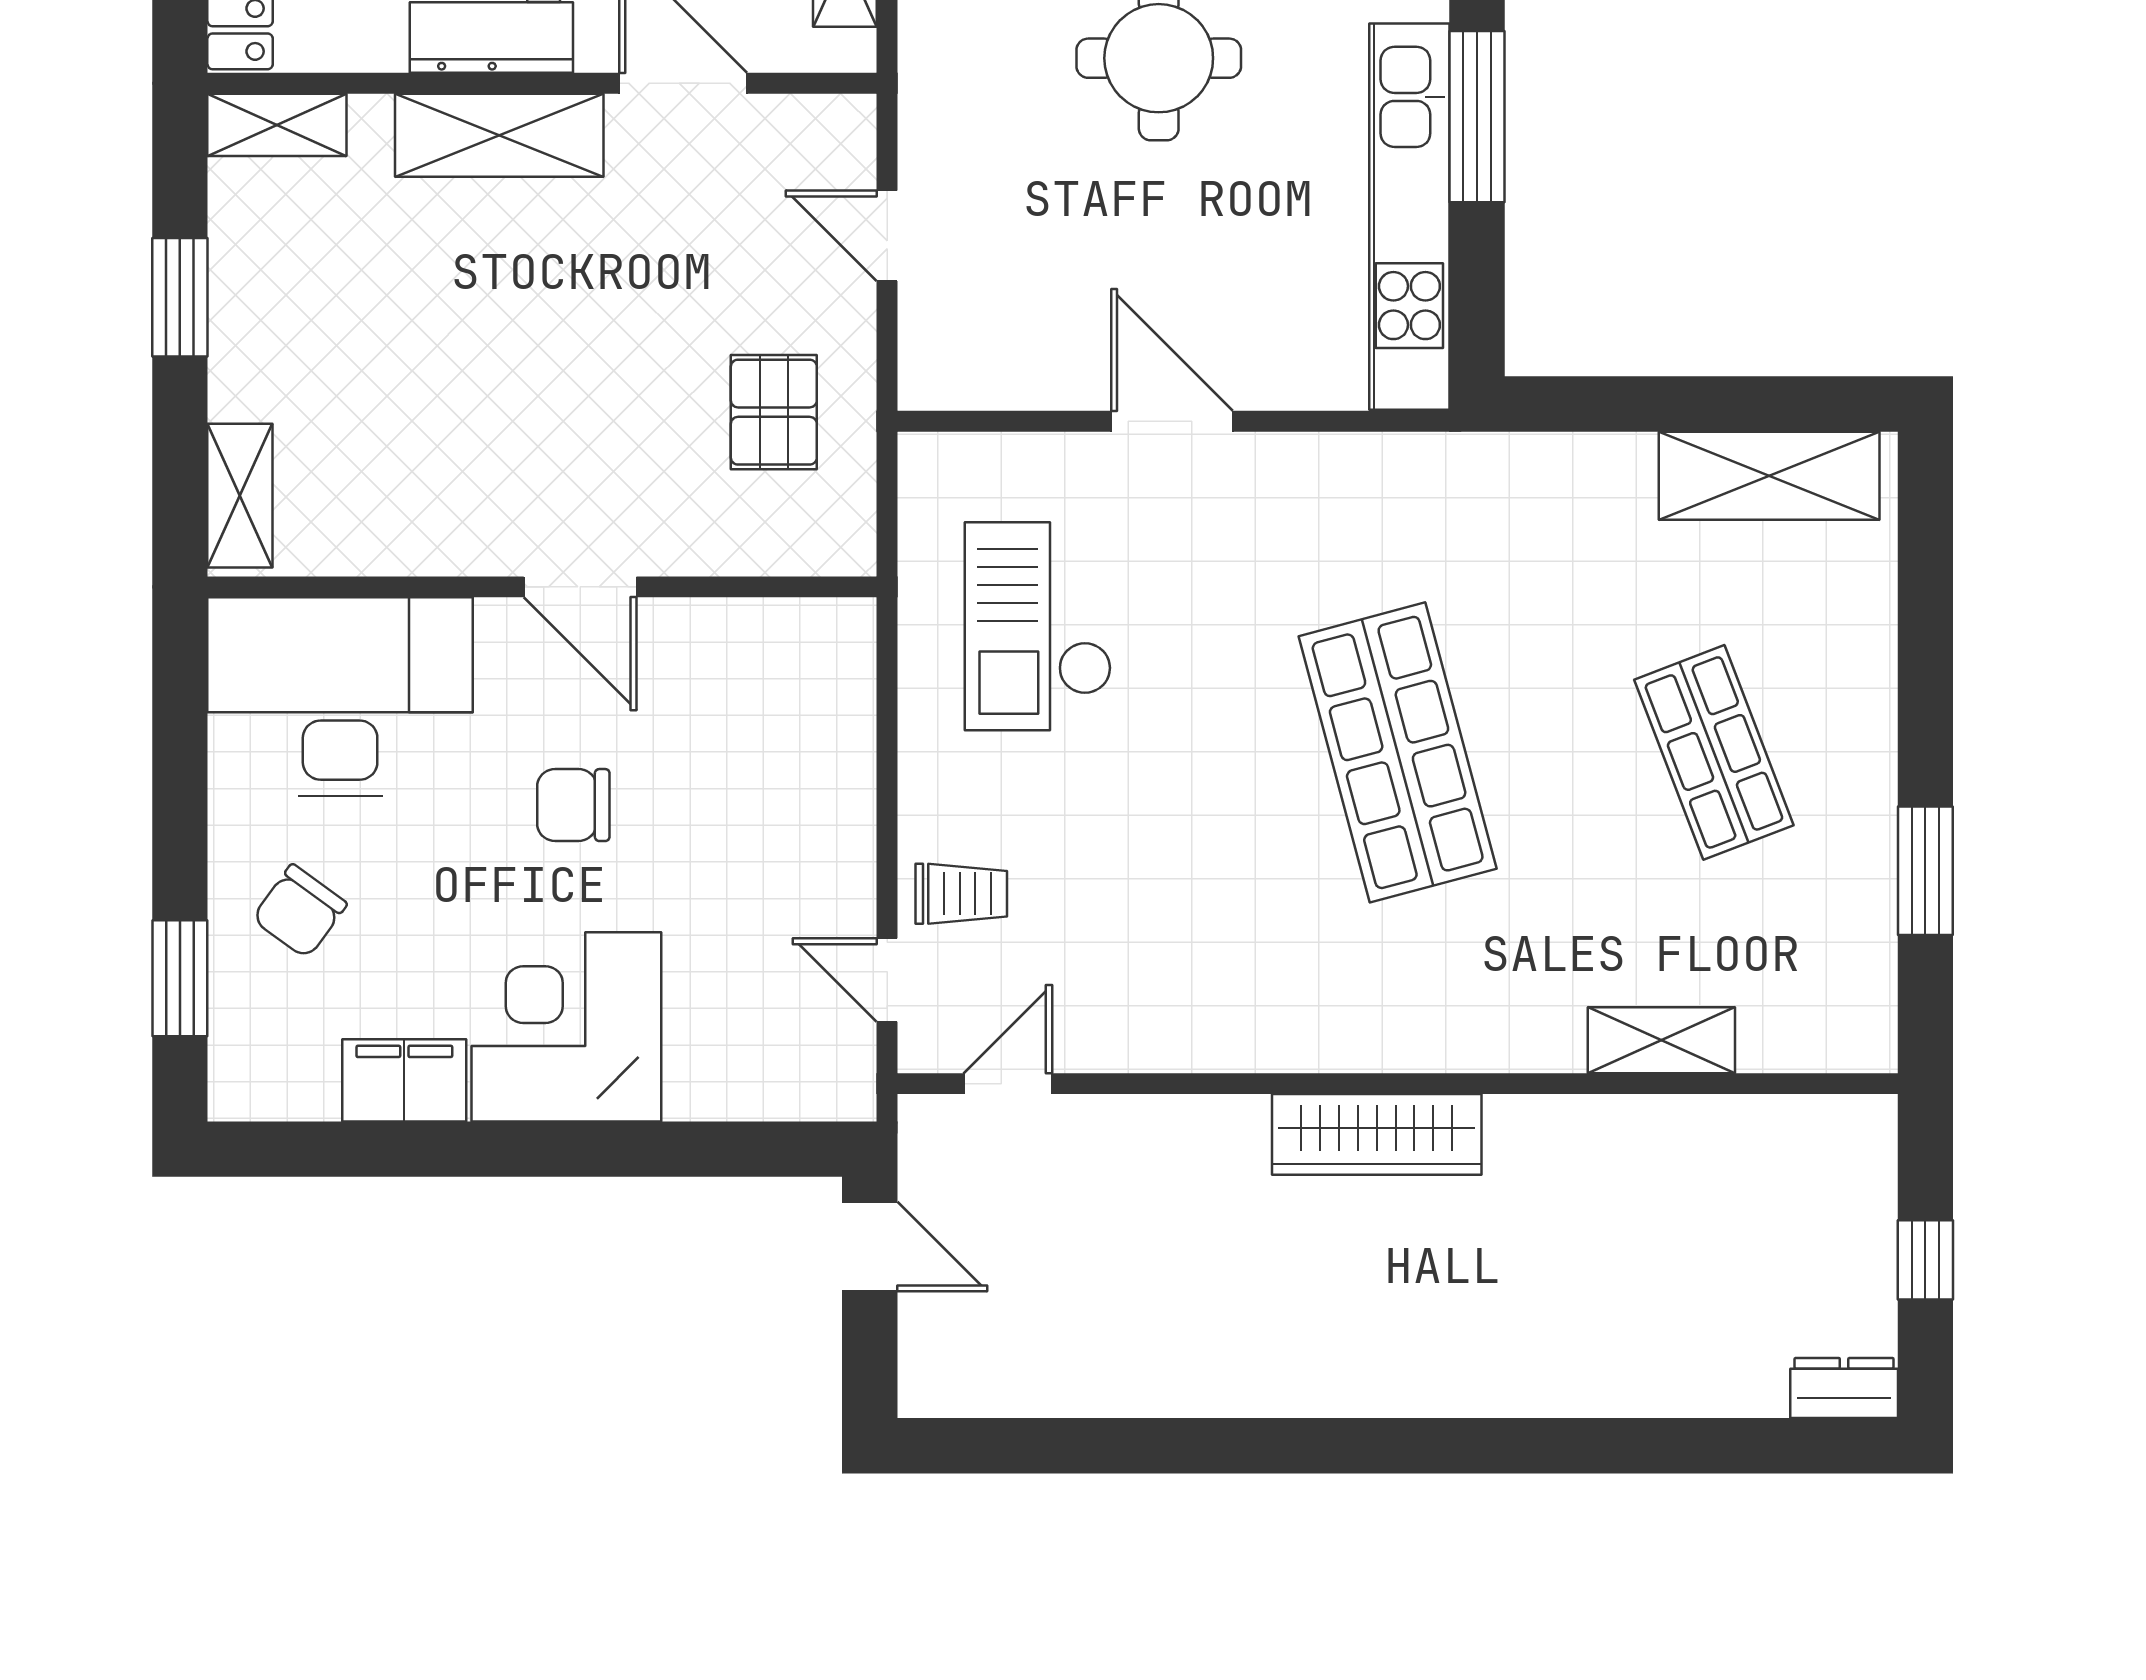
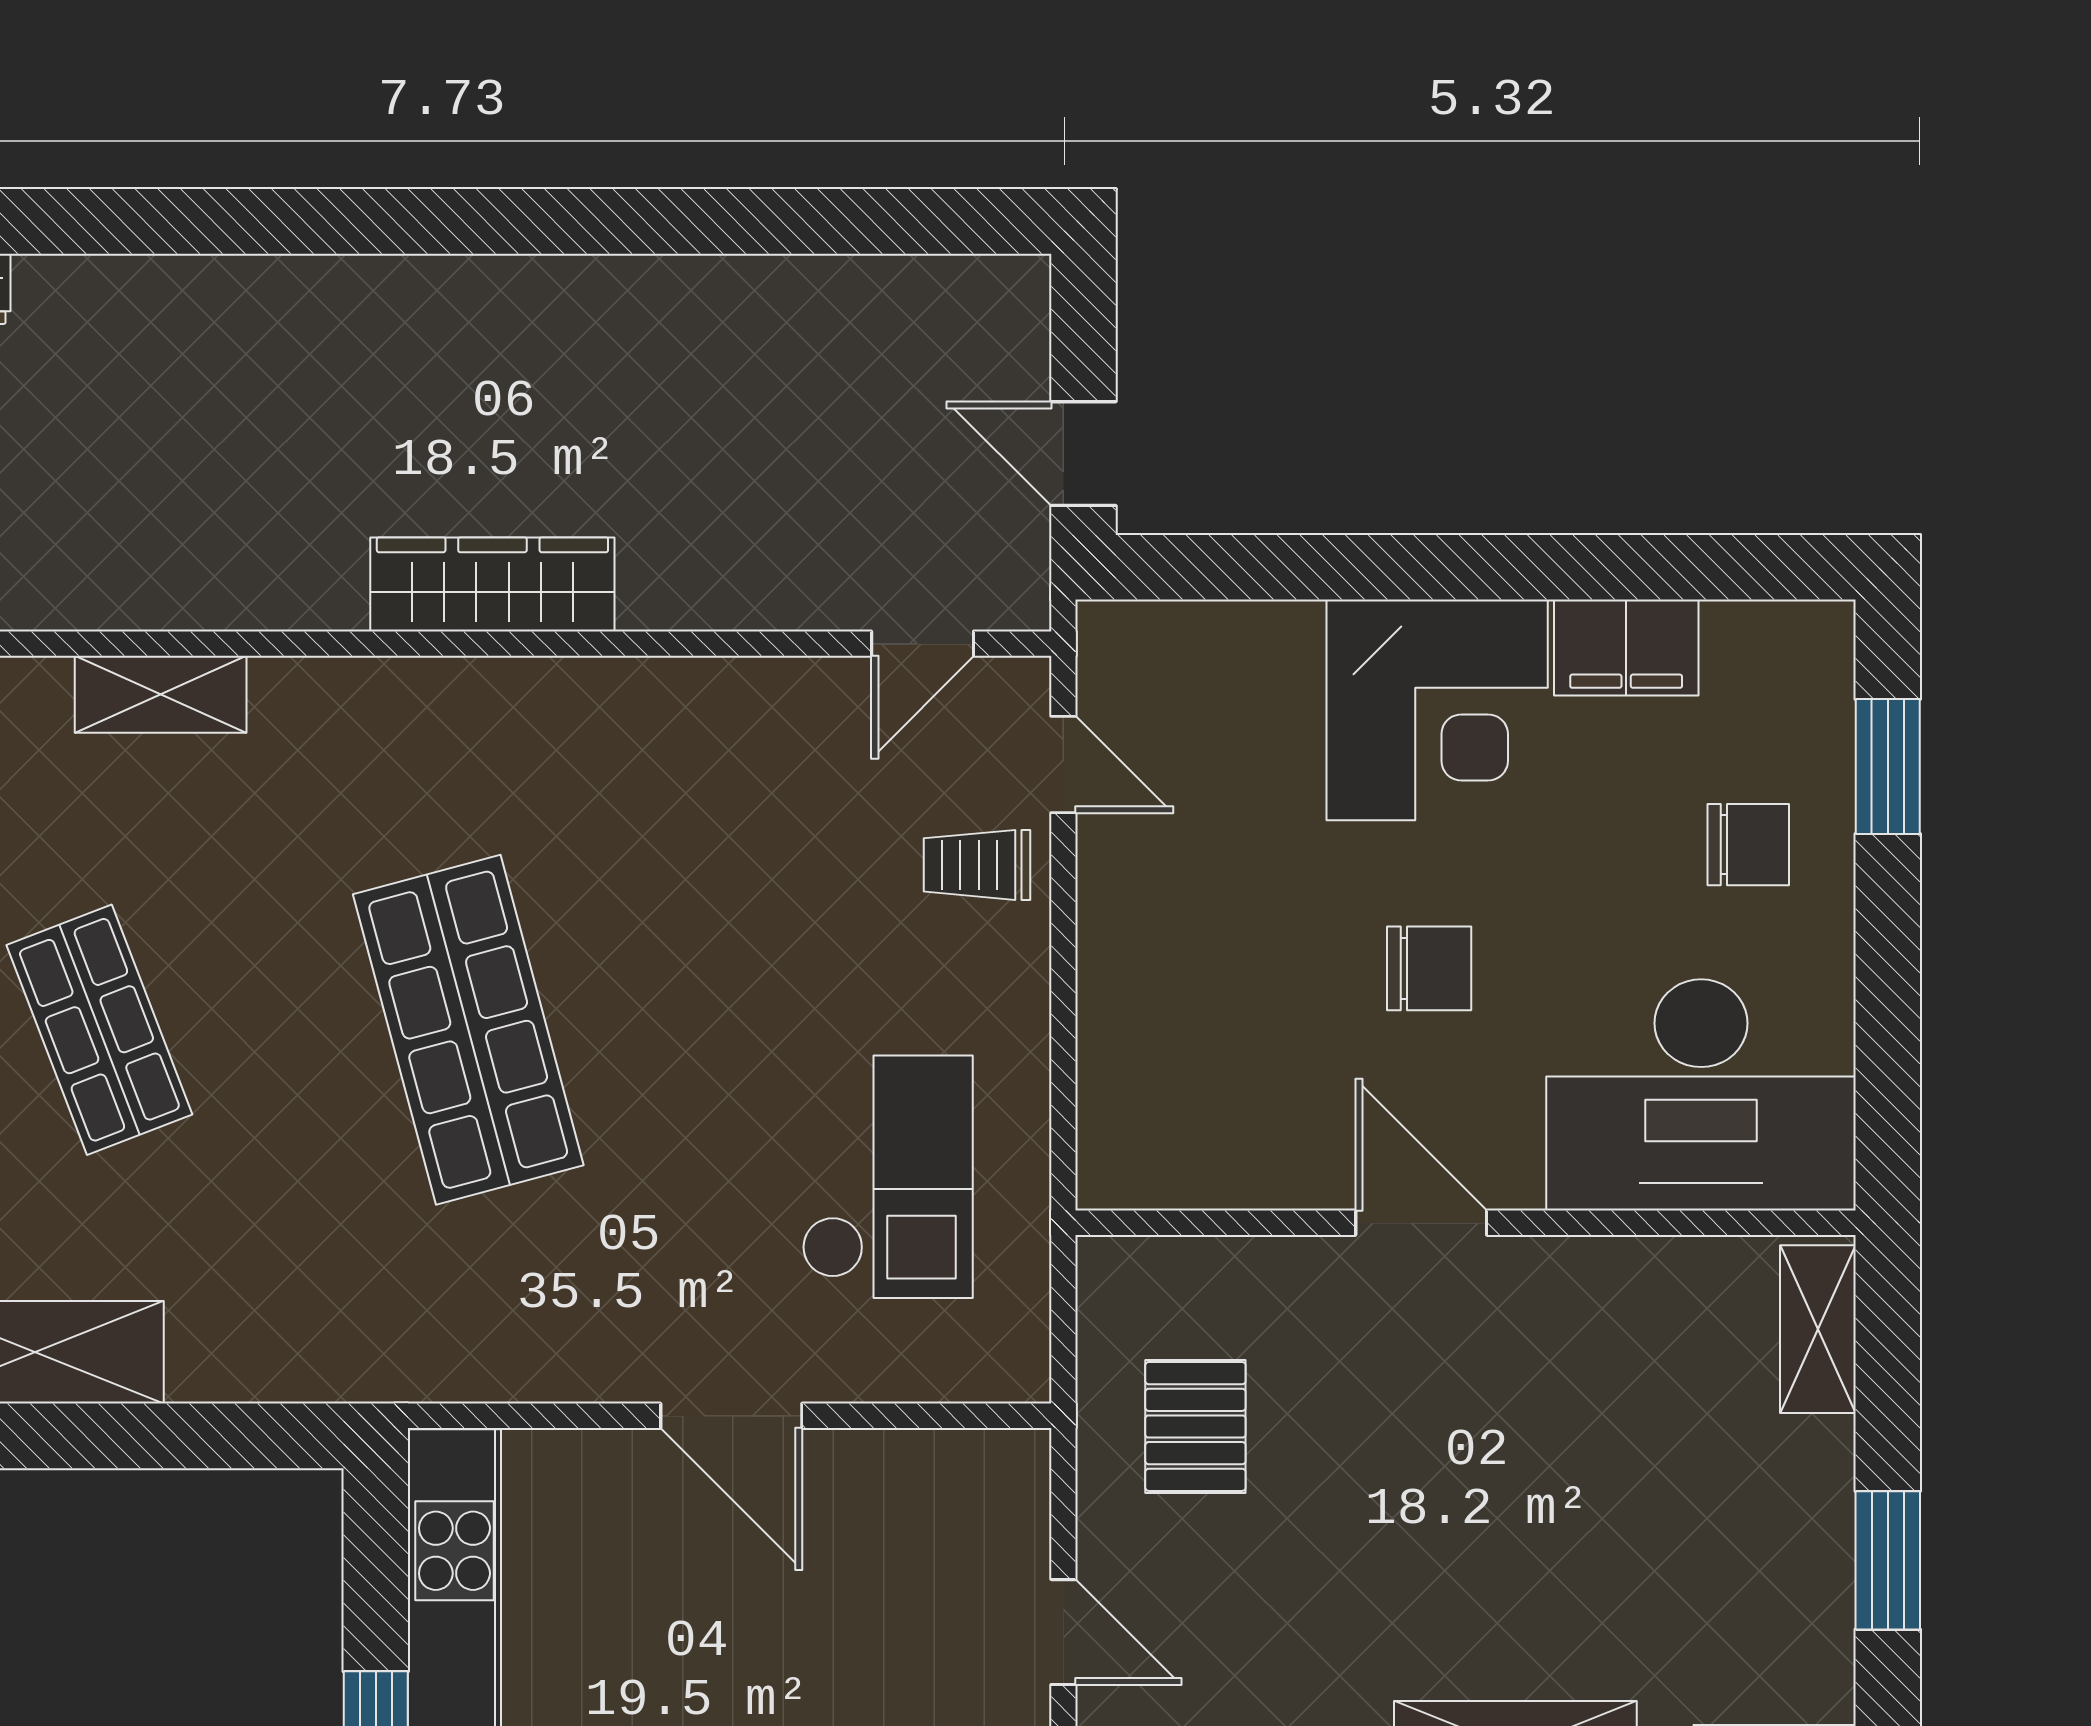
chair: (300, 911) -> (1748, 845), turned 54

